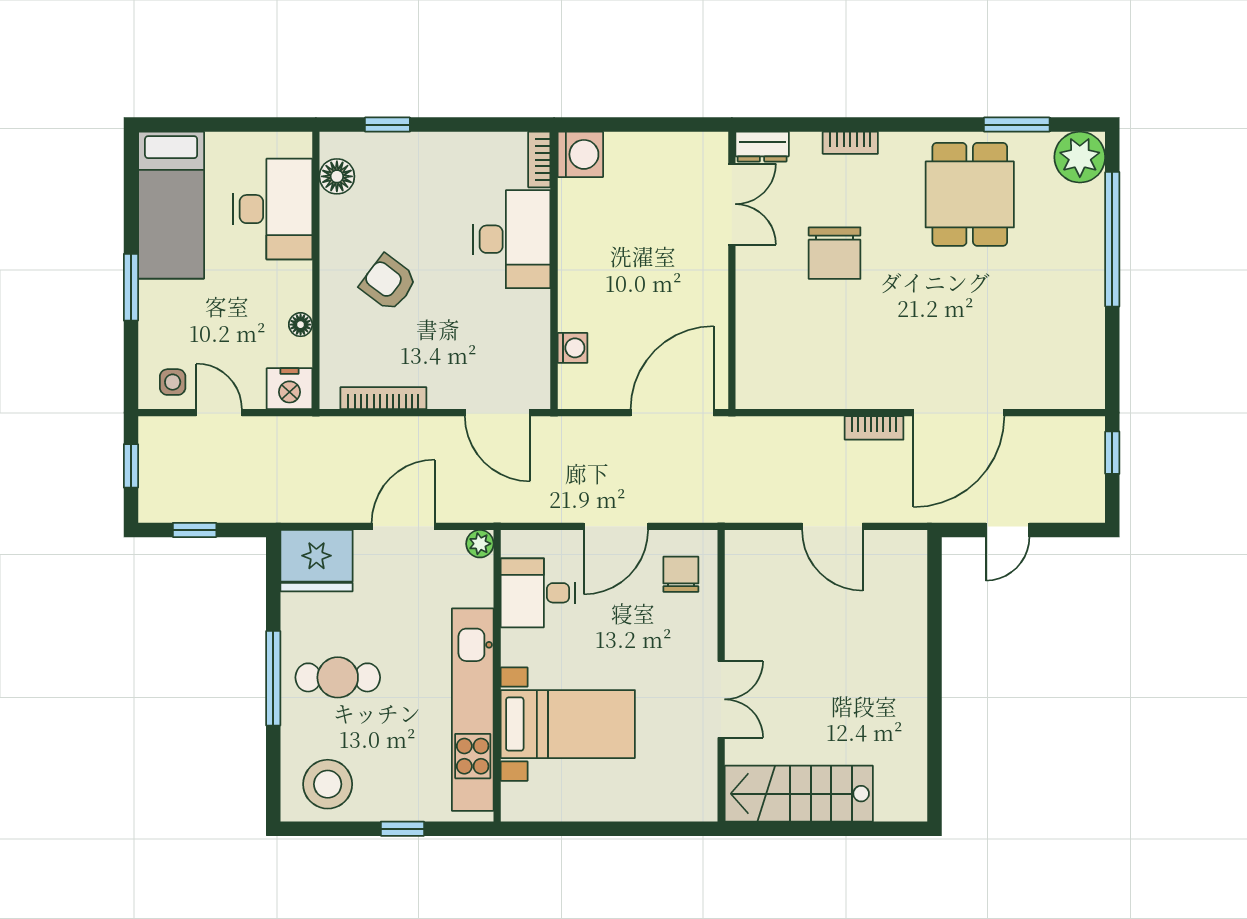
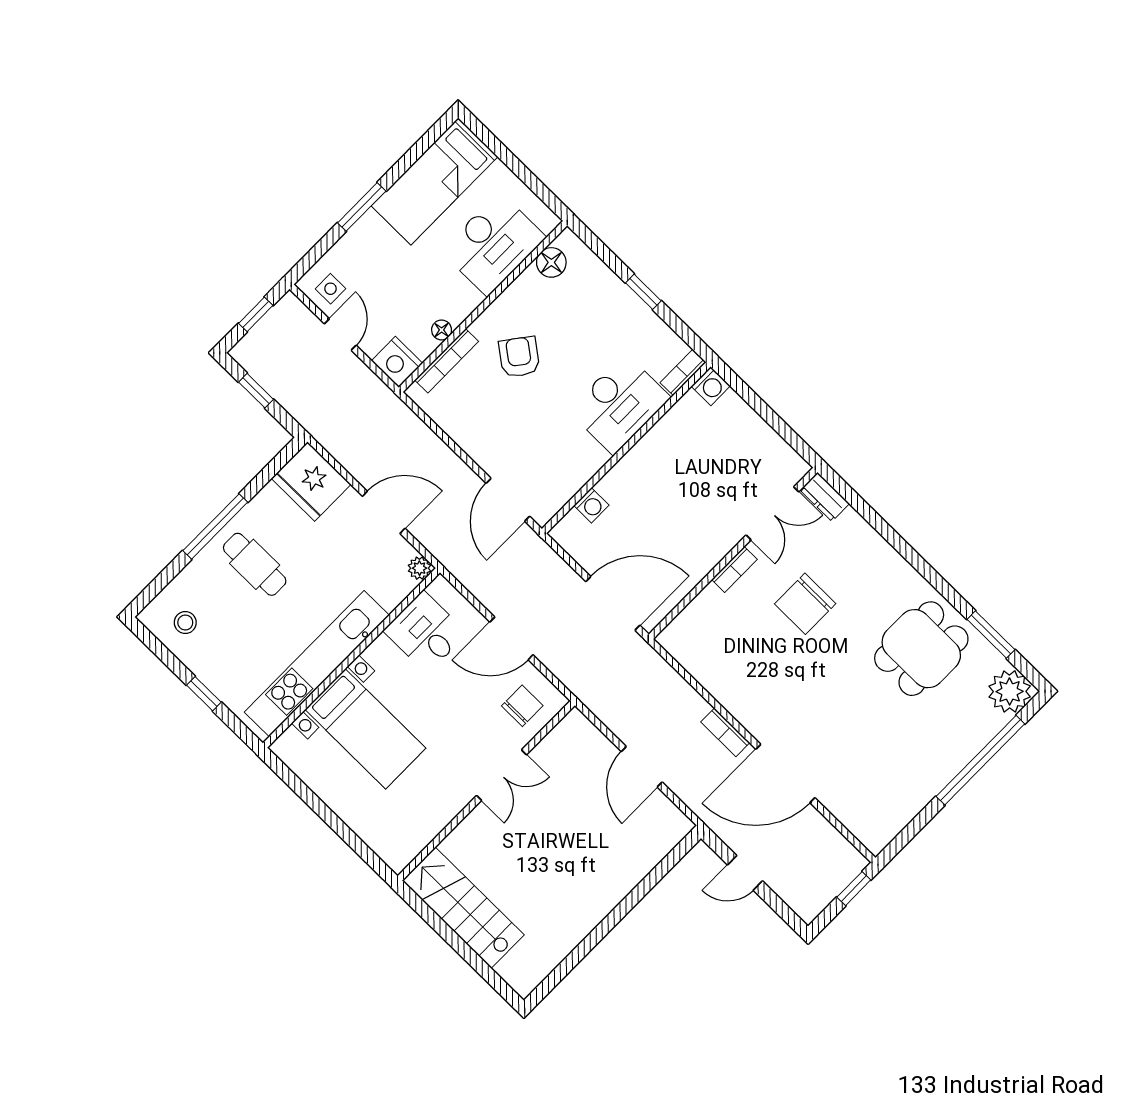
window: (387, 125) -> (643, 292), moved
bookcase: (850, 143) -> (734, 569), moved, turned -90
washing machine: (580, 154) -> (711, 386), width x0.73, depth x0.73
bookcase: (383, 398) -> (447, 361), moved, turned 90
double door: (721, 699) -> (502, 775), moved
stool: (328, 784) -> (185, 623), width x0.53, depth x0.53

